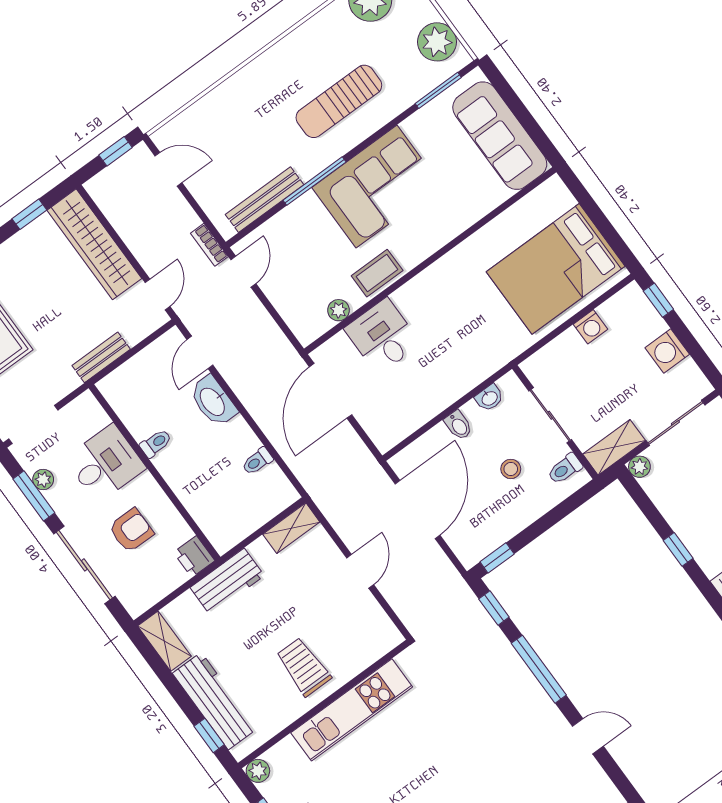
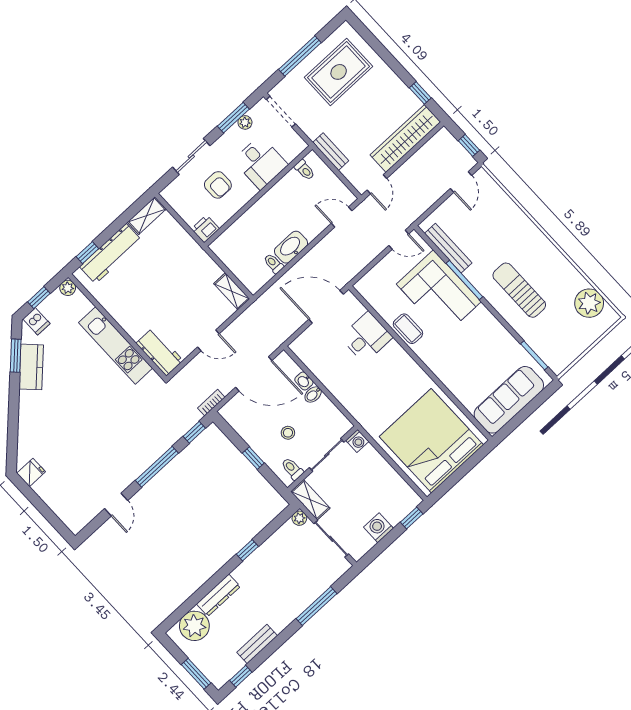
plant: (437, 42) -> (566, 351), removed
corner sofa: (377, 186) -> (439, 293), moved
bookcase: (209, 245) -> (211, 403), moved
bed: (556, 269) -> (431, 441), width x1.36
door: (157, 294) -> (377, 184), hinge flipped
plant: (339, 310) -> (380, 306), removed
washing machine: (591, 327) -> (357, 441), moved, turned -90
washbasin: (489, 398) -> (304, 381), moved
washbasin: (213, 401) -> (291, 247), moved
toilet: (156, 443) -> (305, 170), moved
window: (497, 558) -> (253, 458), moved
sliding door: (84, 565) -> (191, 156), width x0.73
workbench: (227, 582) -> (159, 352), moved, turned 180
trolley: (304, 667) -> (140, 310), removed

